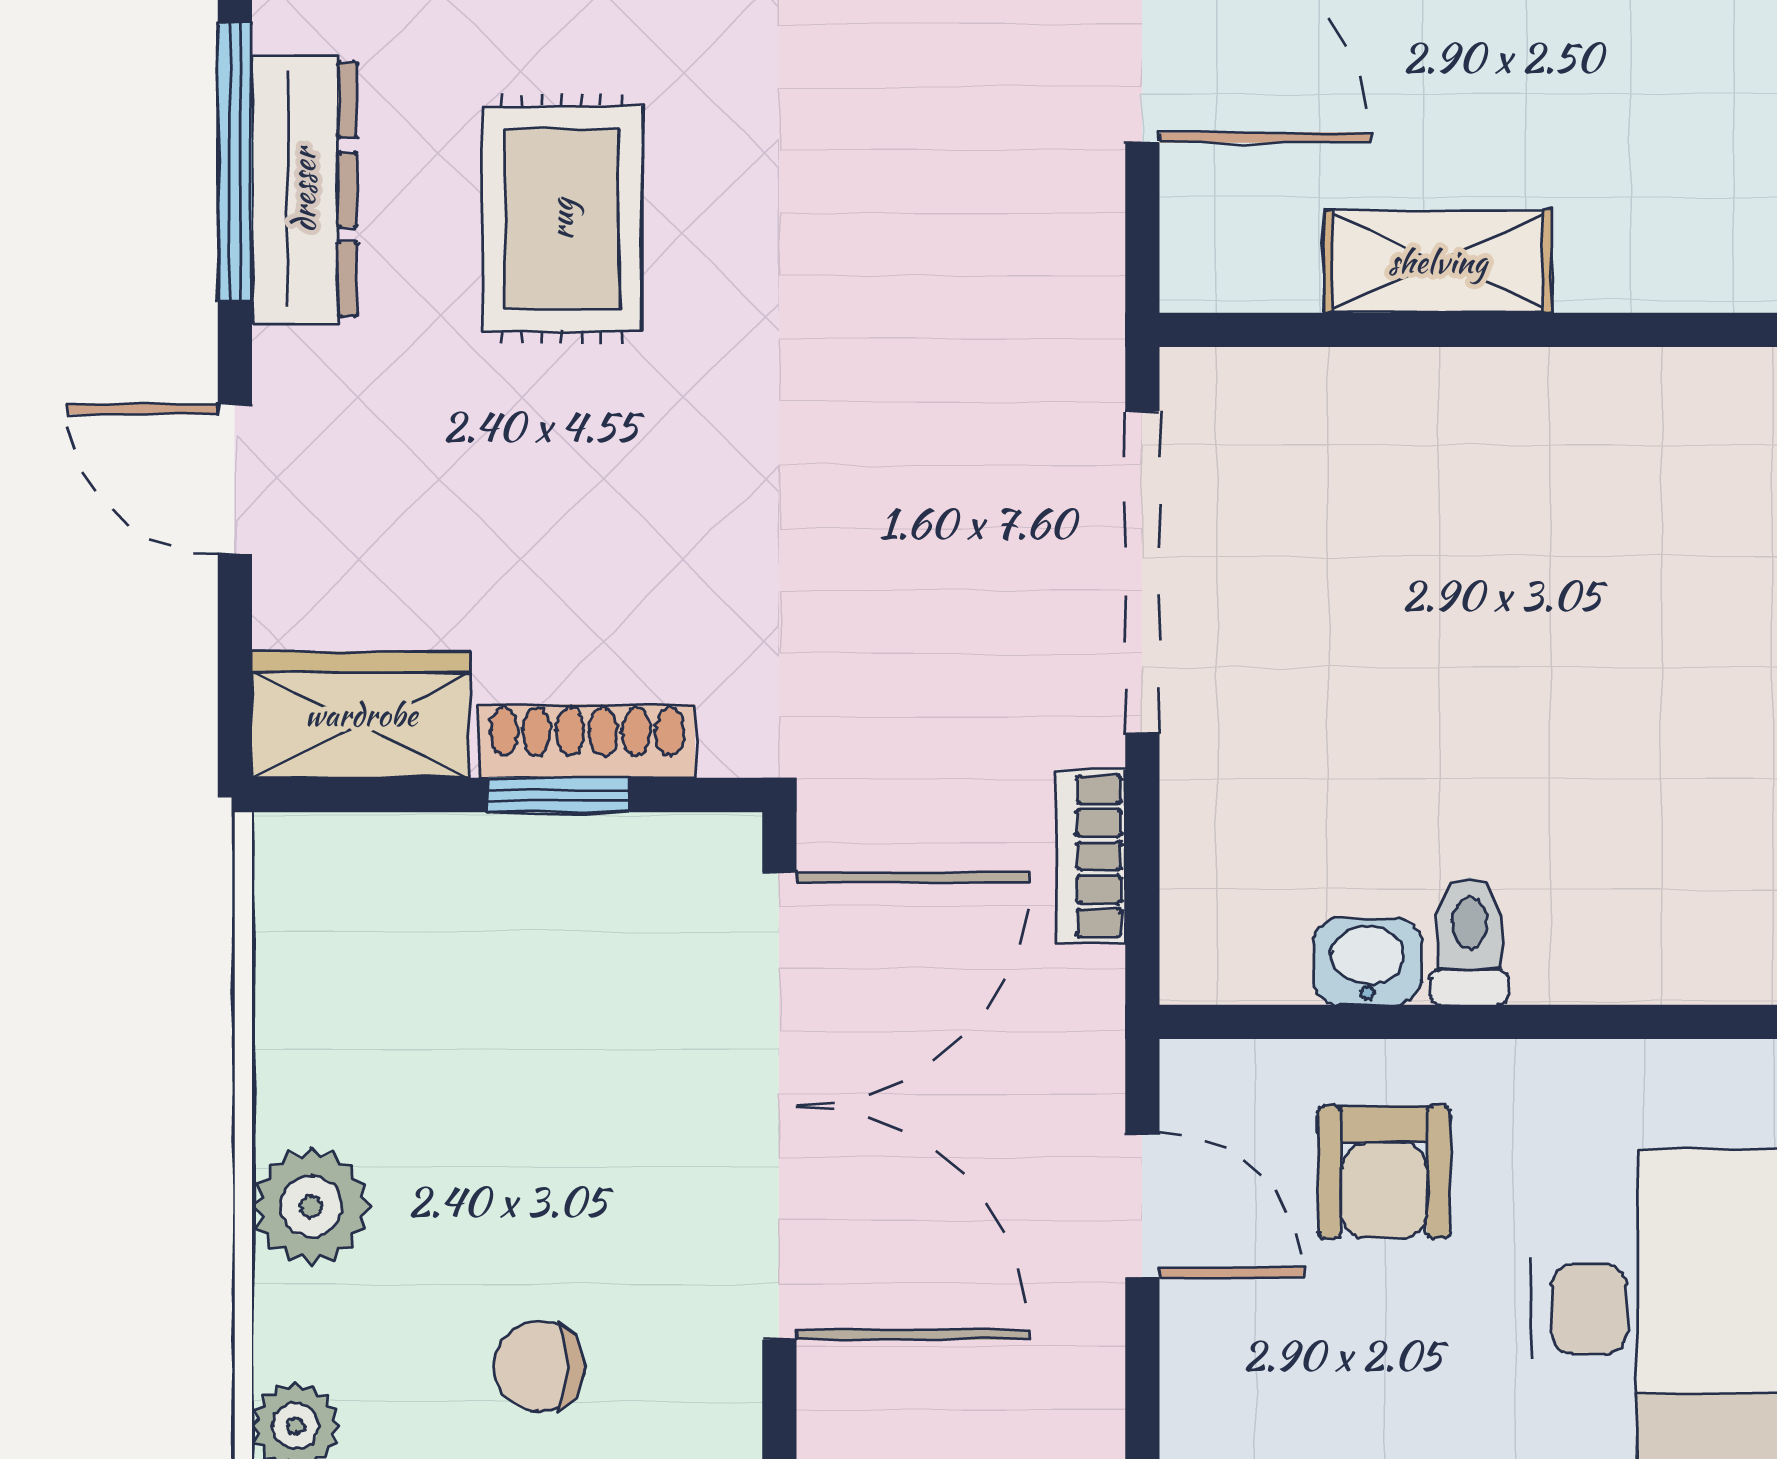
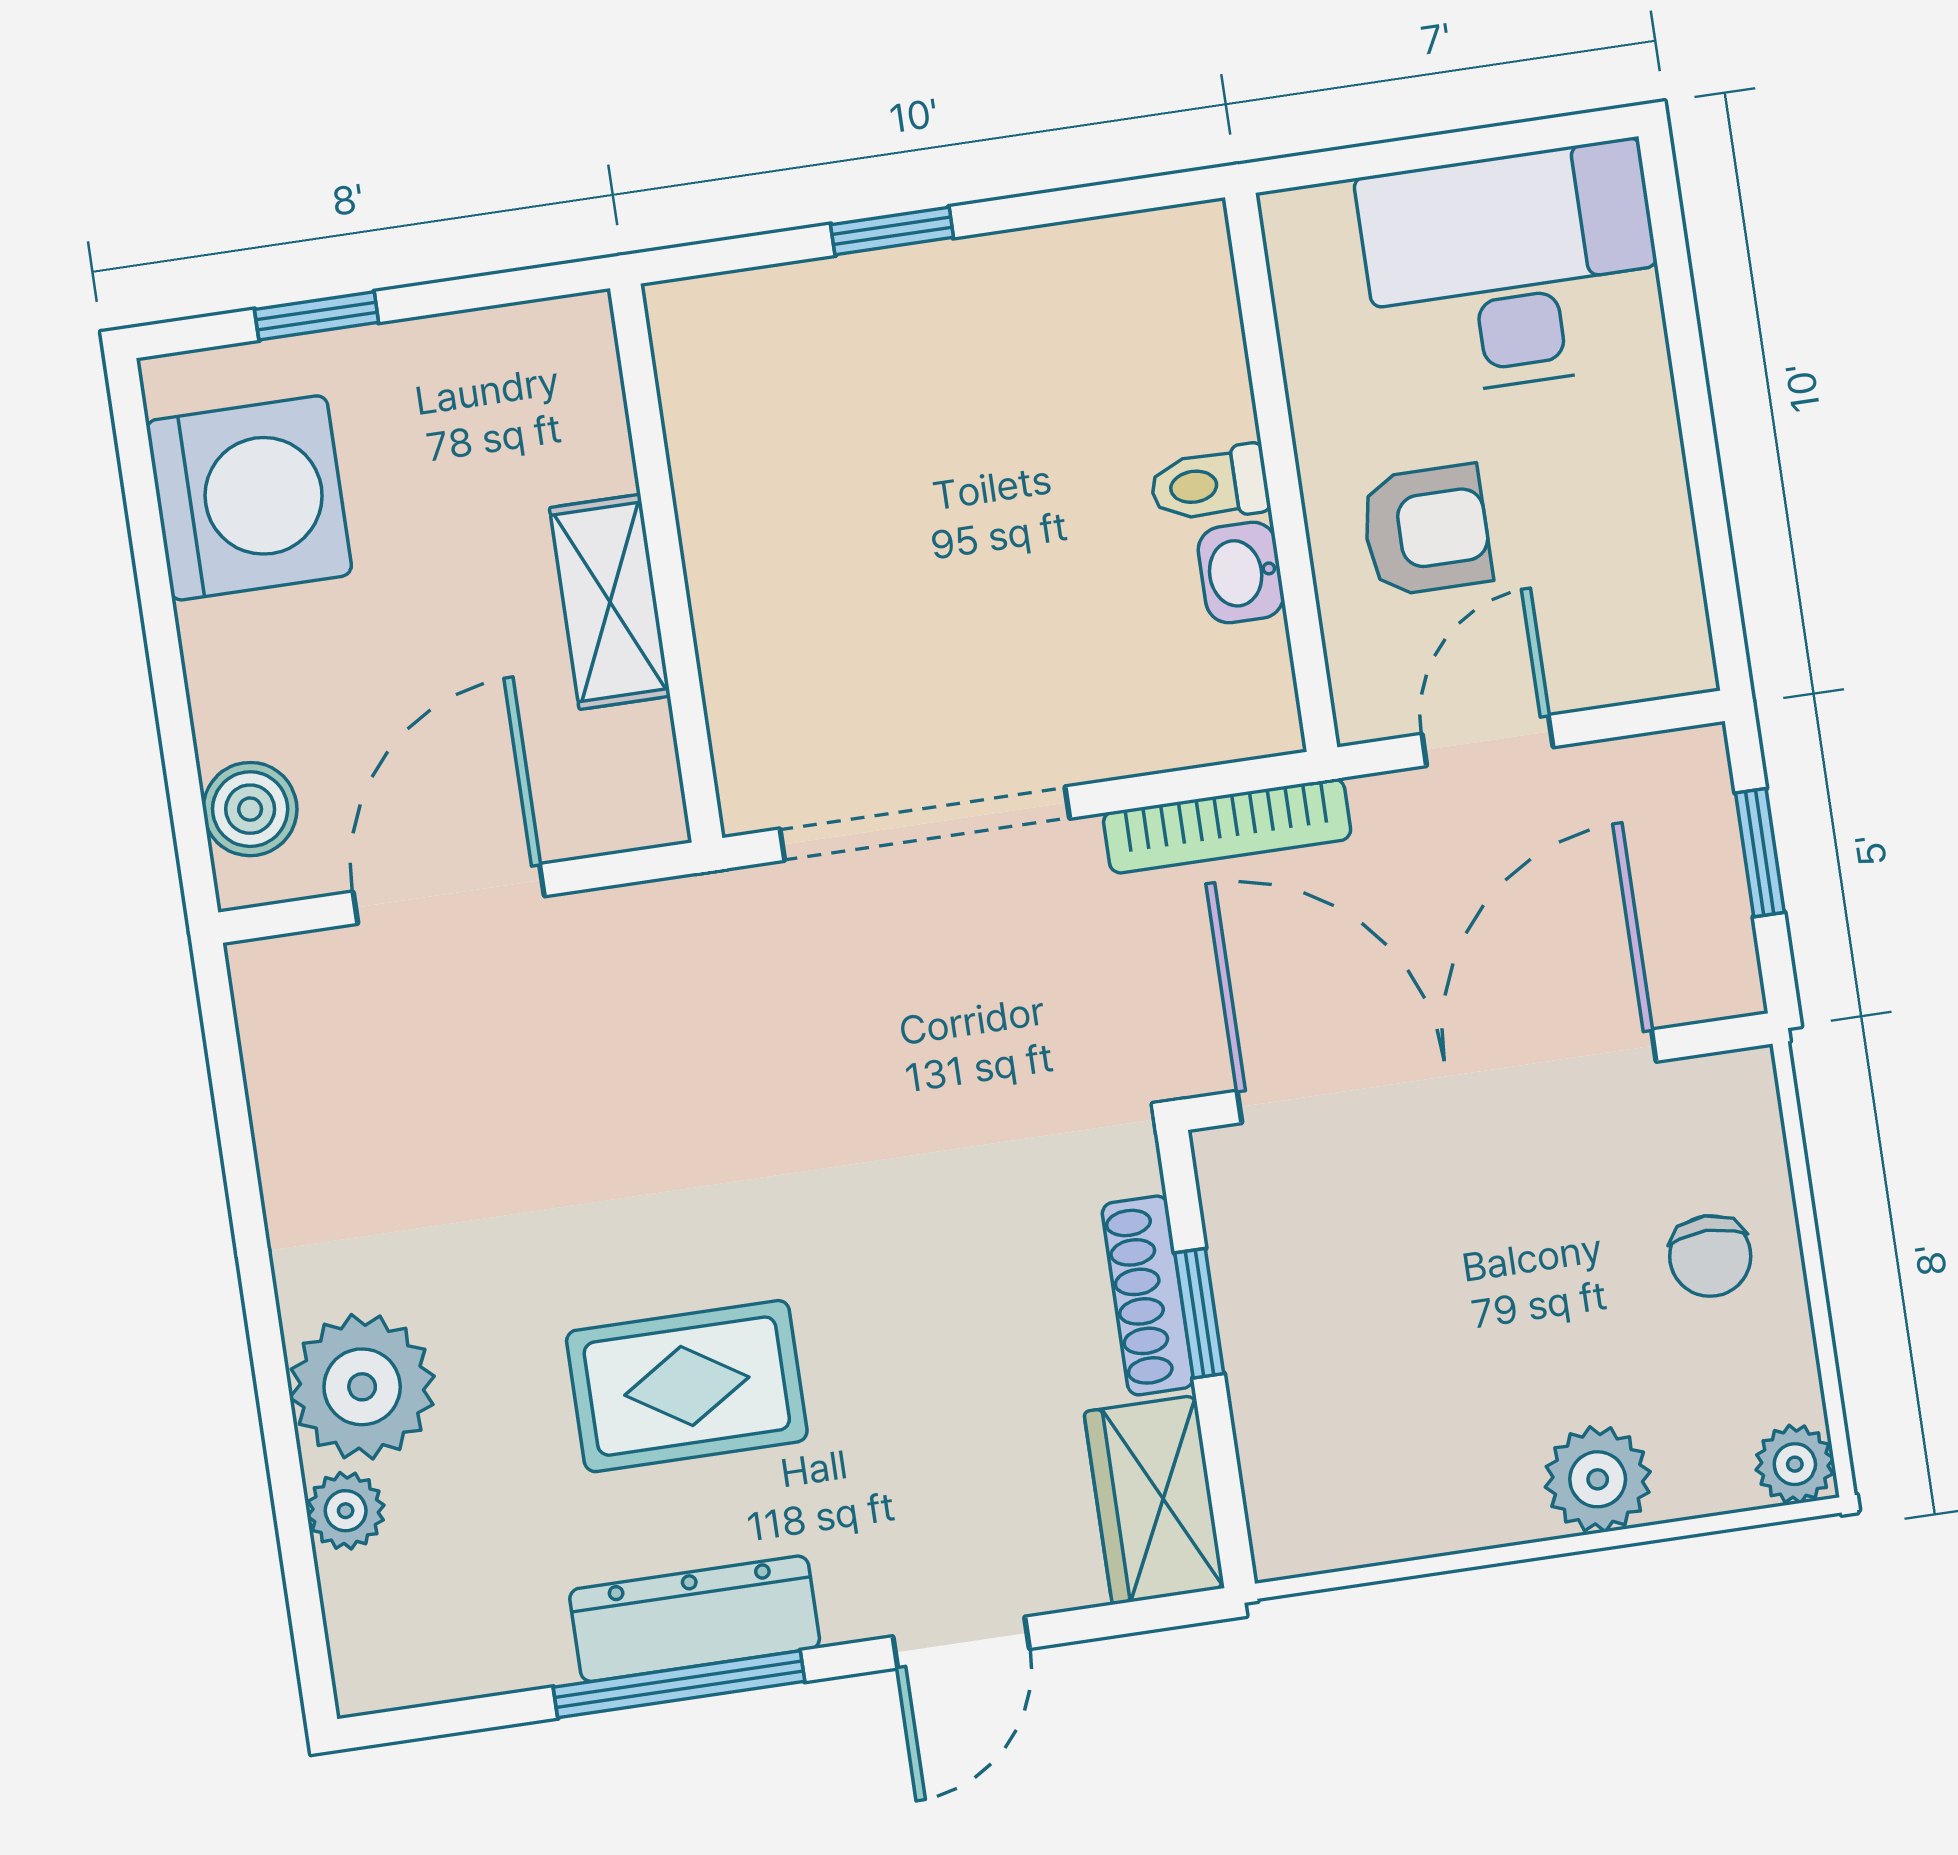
bookcase: (1091, 856) -> (1227, 826), width x1.56

